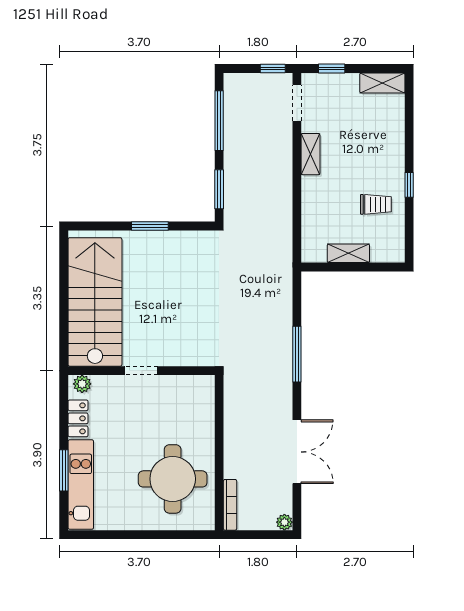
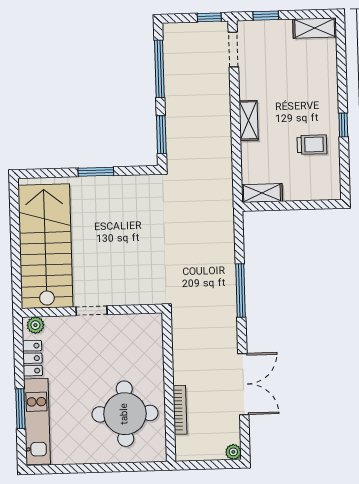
shelving: (311, 154) -> (249, 120), moved
shelving: (348, 253) -> (262, 193), moved
bookcase: (230, 505) -> (180, 410), moved

